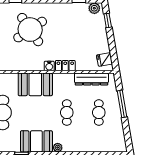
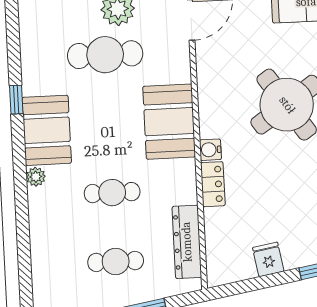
fridge: (104, 59) -> (268, 259), moved

